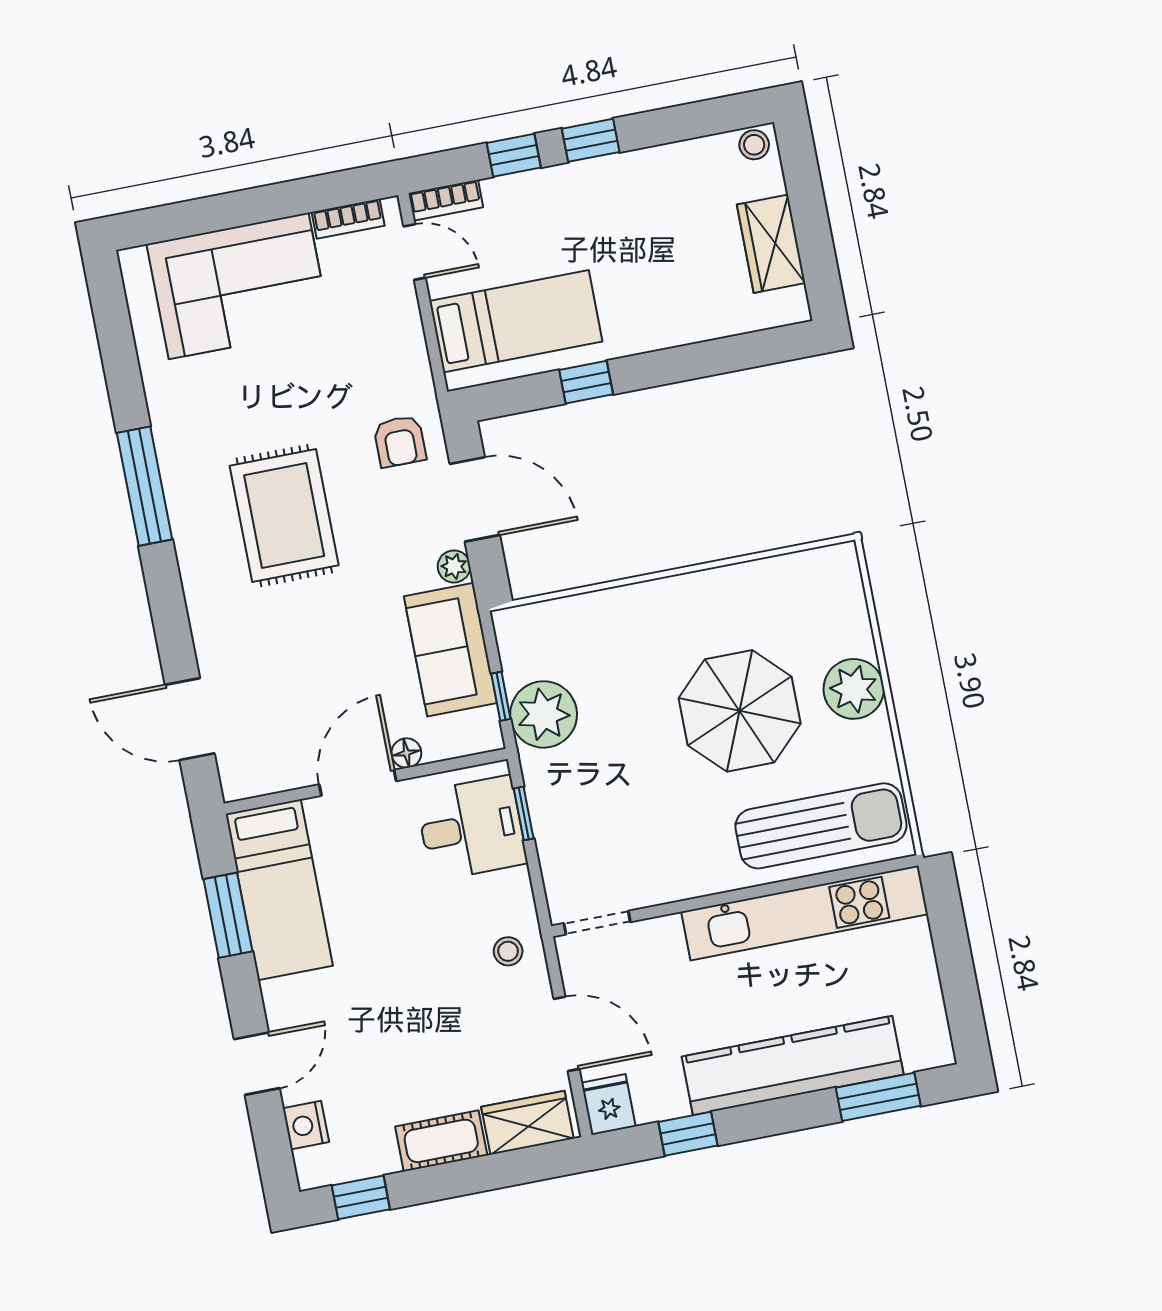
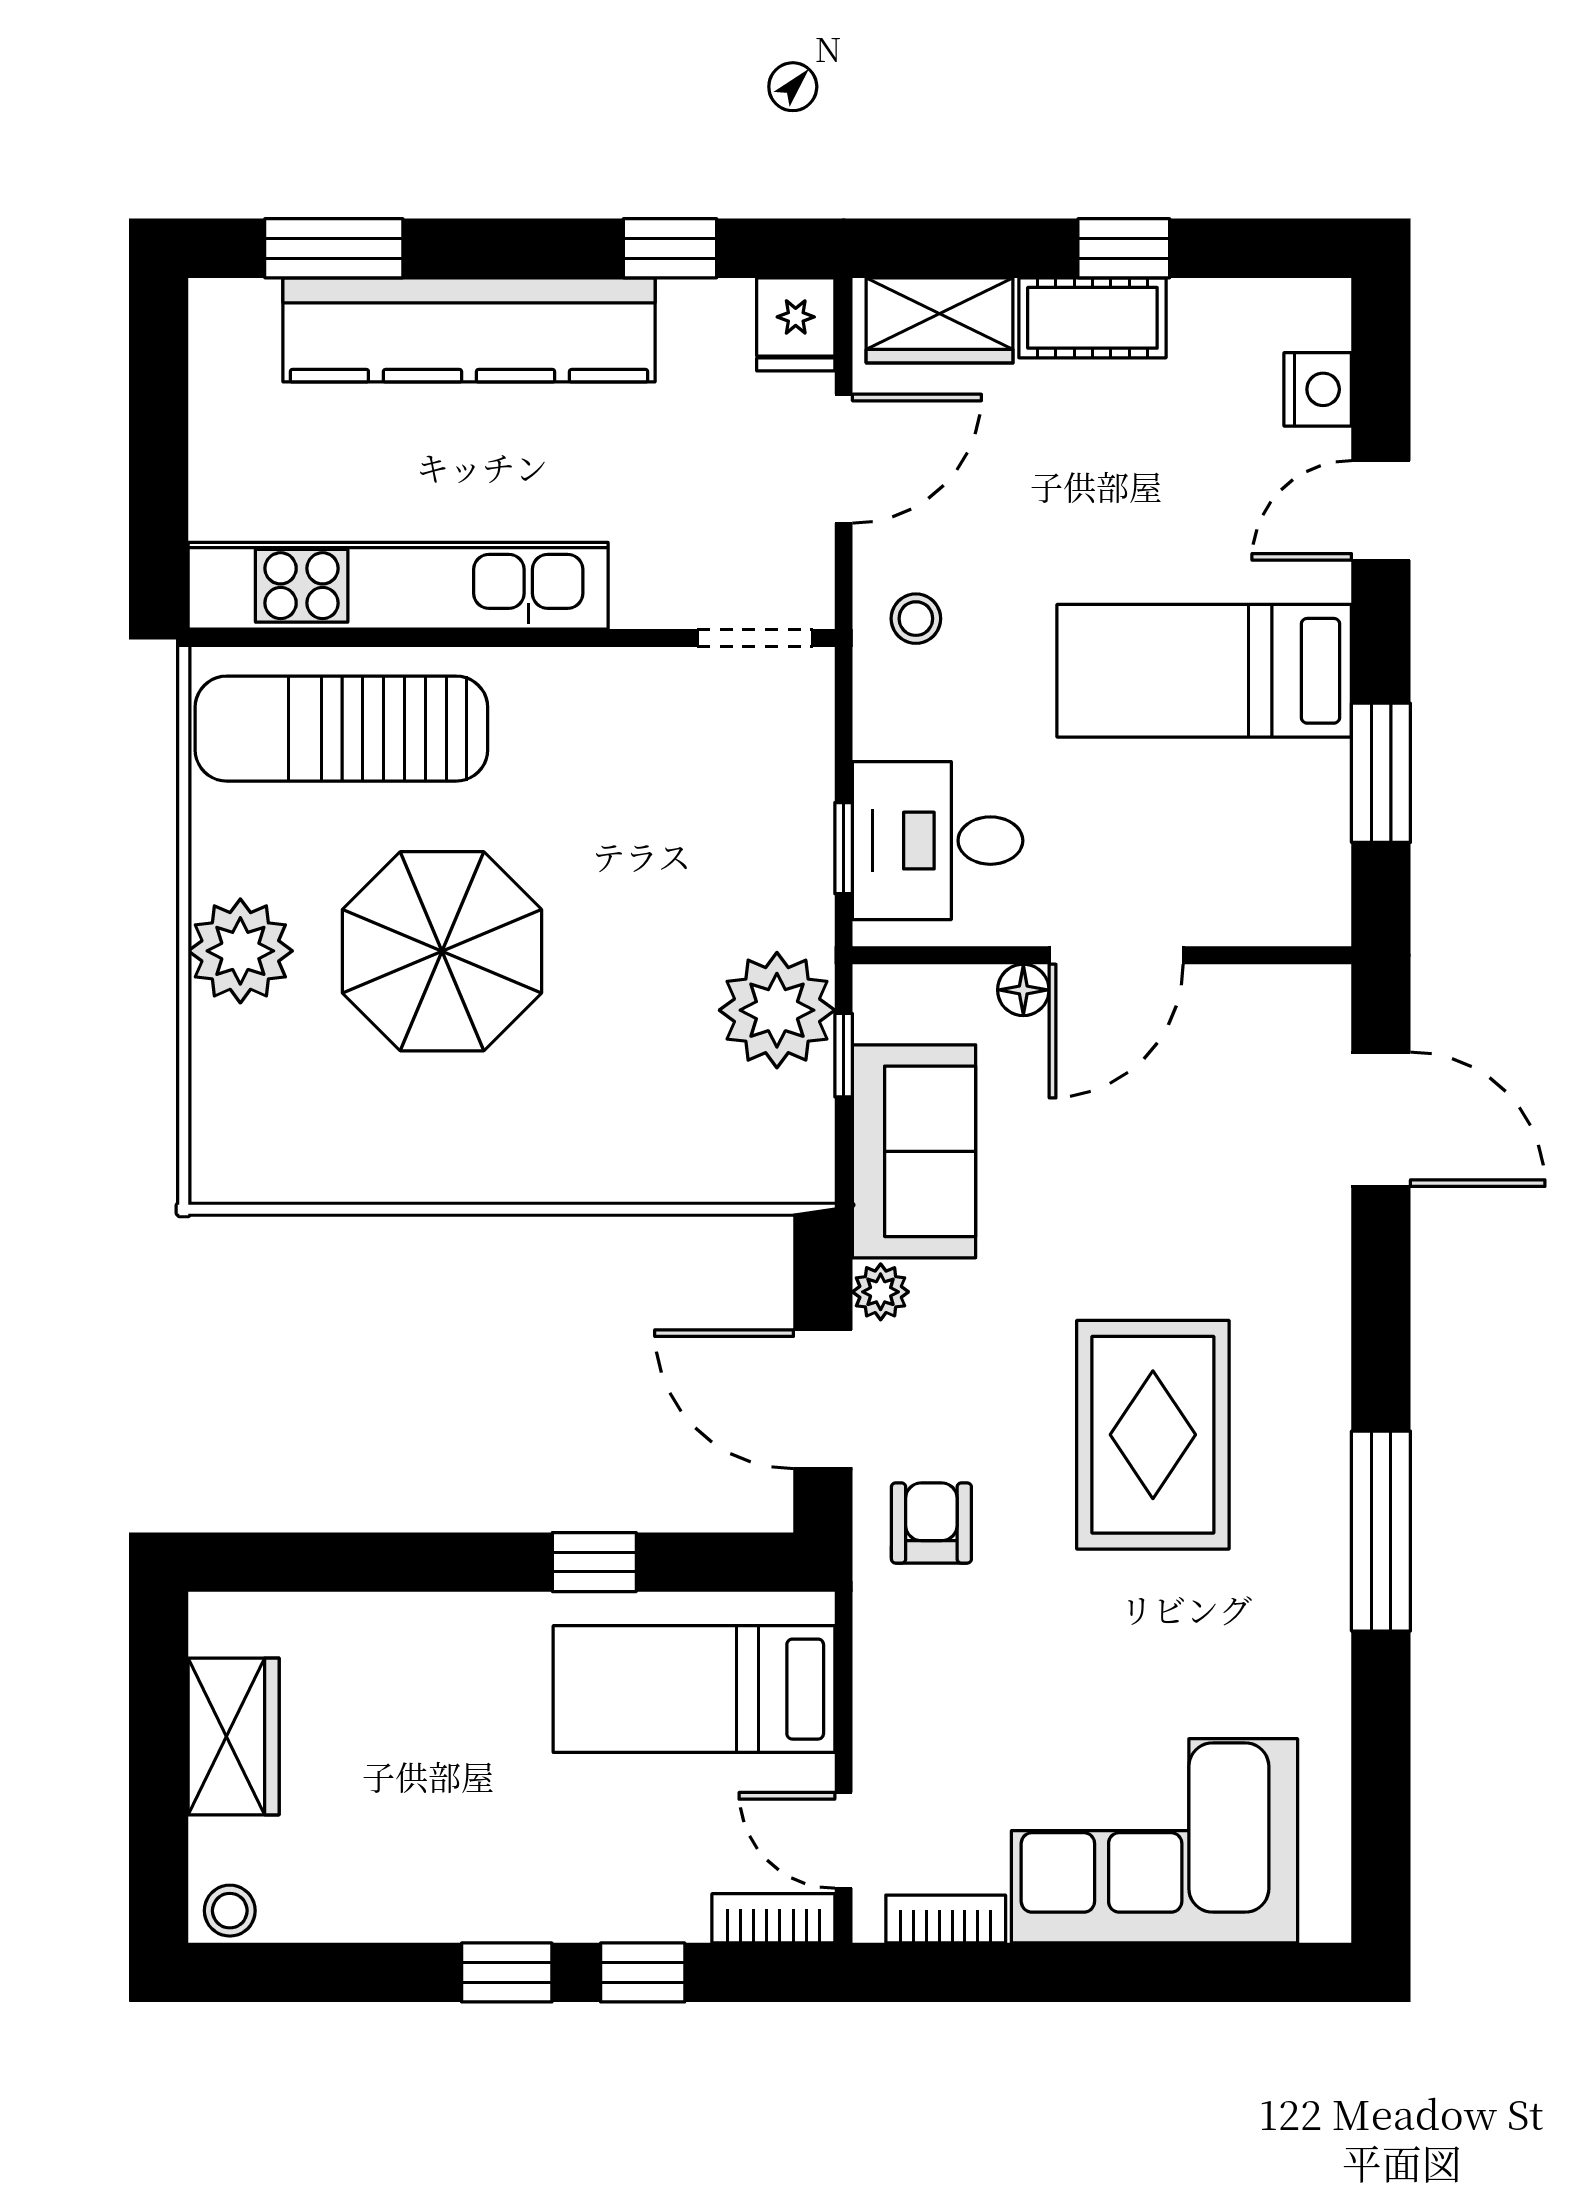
bed: (279, 890) -> (1204, 671), moved, turned -90
door: (566, 1034) -> (844, 459), swing flipped
window: (361, 1197) -> (1124, 248), moved

